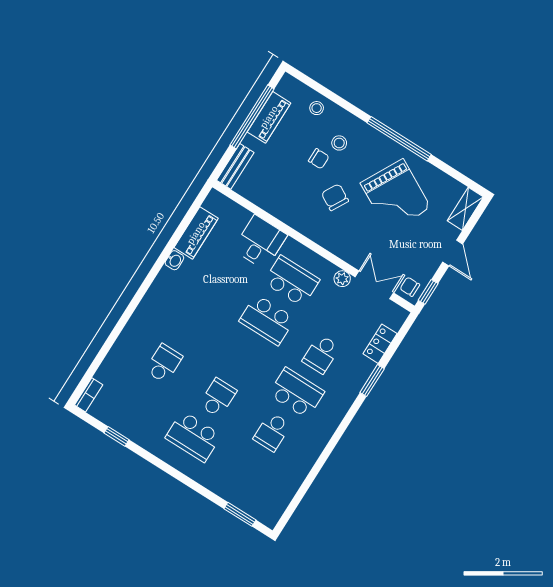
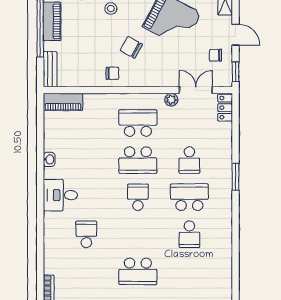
chair: (319, 159) -> (112, 73), moved
piano: (196, 233) -> (63, 102), moved, turned 90
desk: (260, 242) -> (60, 195), moved, turned -90
chair: (410, 287) -> (215, 55), moved
locker: (380, 344) -> (225, 108), moved
window: (372, 381) -> (236, 177), moved
school desk: (218, 398) -> (138, 197), moved

